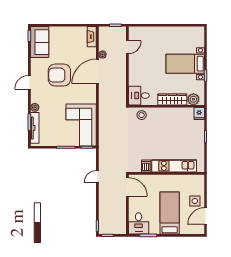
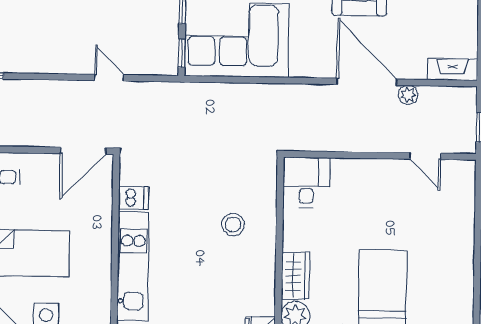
wardrobe: (172, 99) -> (295, 276), width x0.67
stool: (142, 115) -> (233, 225), moved

